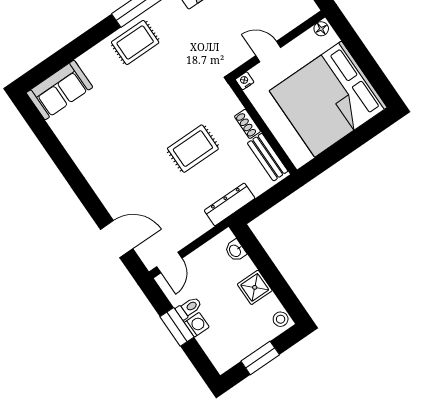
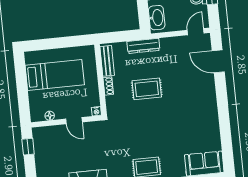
floor lamp: (321, 29) -> (50, 116), moved
bed: (328, 99) -> (55, 75), width x0.49
washbasin: (235, 251) -> (157, 18), width x1.91, depth x1.45

